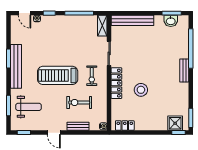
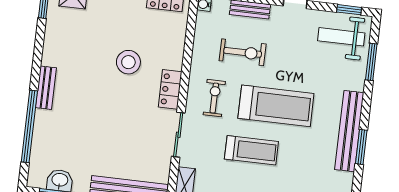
treadmill: (68, 50) -> (251, 150), added
locker: (116, 83) -> (170, 89), width x0.66
weight bench: (29, 107) -> (341, 37), moved

